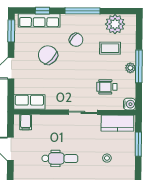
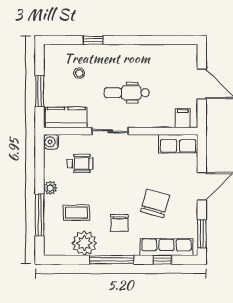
plant: (115, 24) -> (84, 243), moved
chair: (76, 40) -> (119, 223), turned -133
chair: (48, 55) -> (155, 203), turned -117
window: (139, 66) -> (40, 215), moved
dental chair: (60, 158) -> (127, 93), moved

